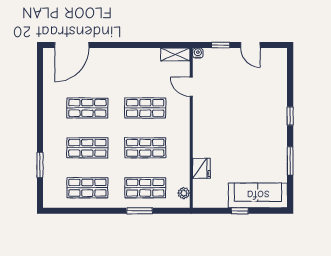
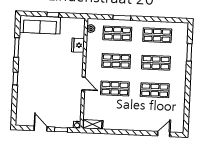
door: (72, 45) -> (164, 134), width x0.53
door: (191, 87) -> (83, 84), moved

